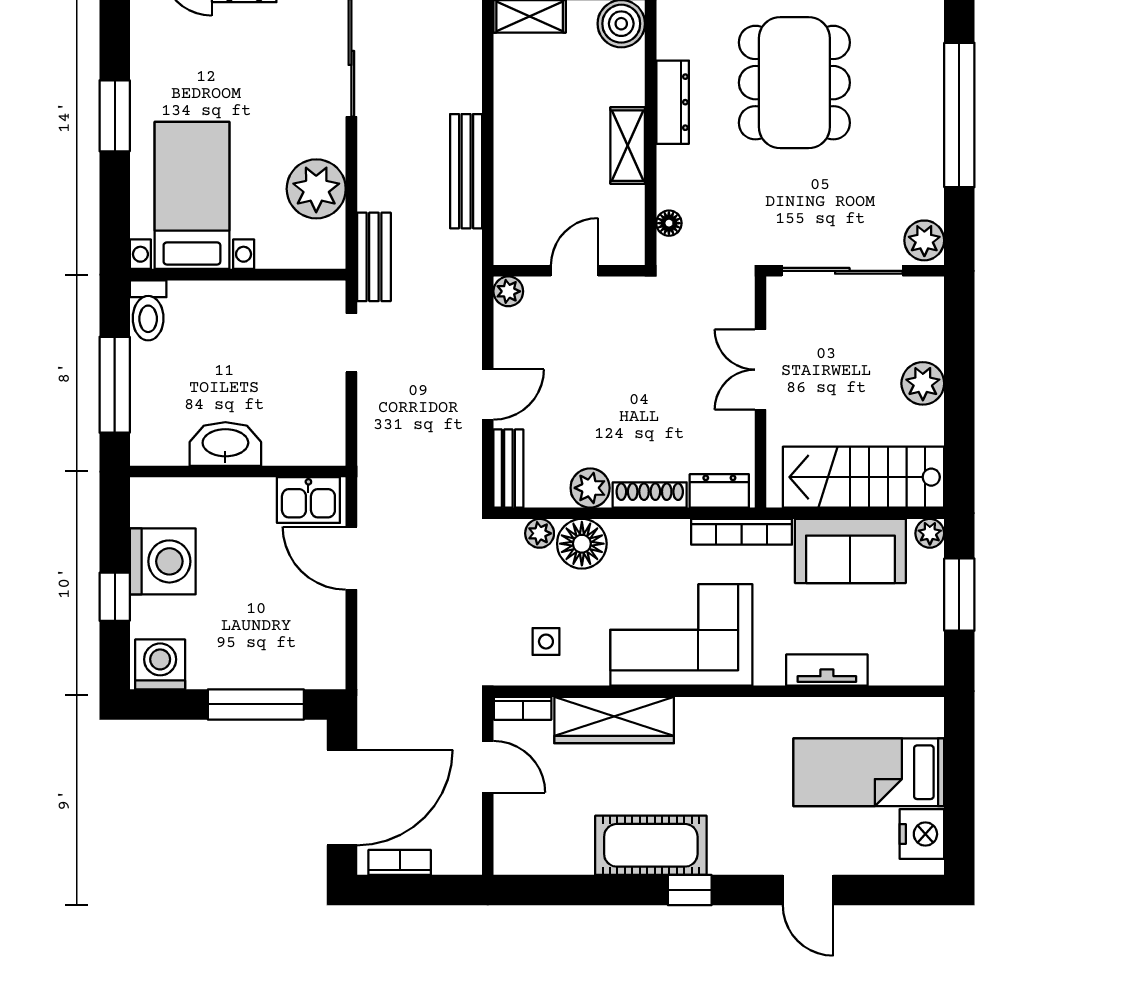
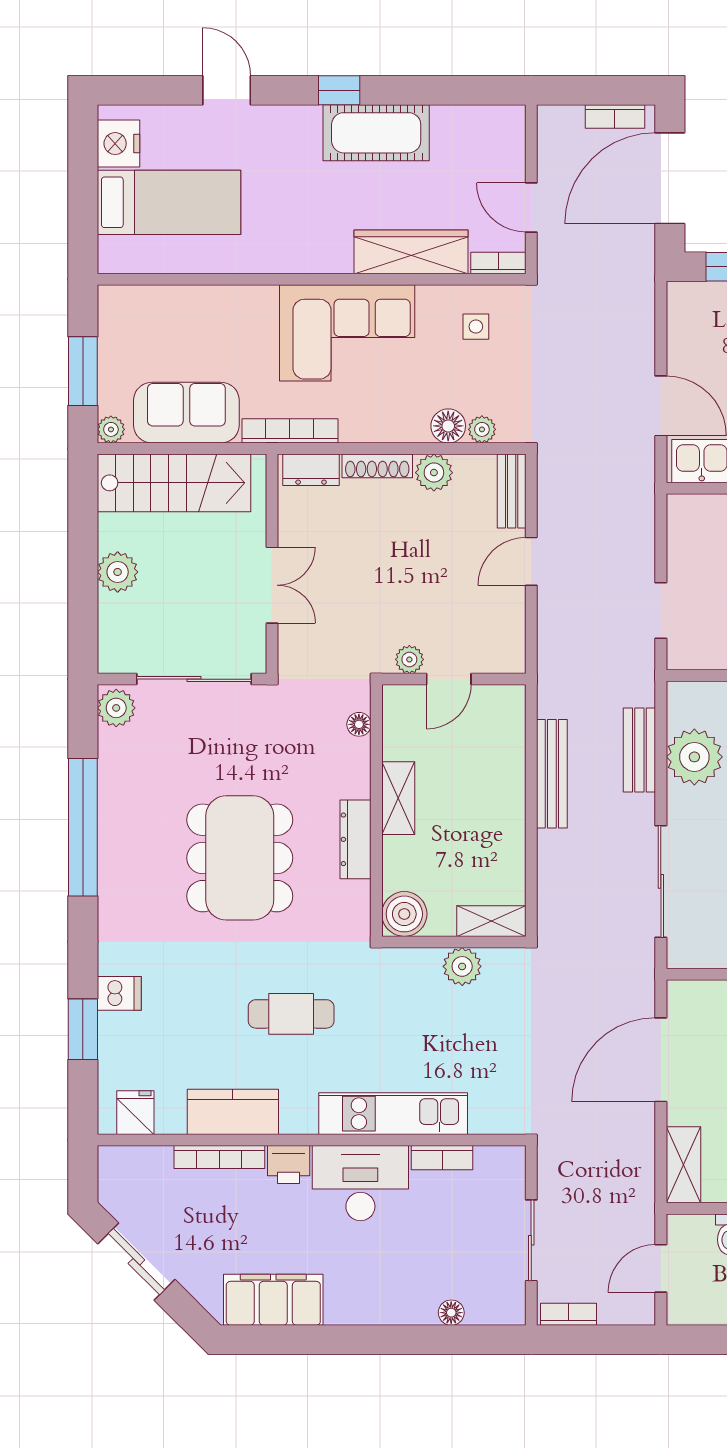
bench: (374, 257) -> (639, 750), moved
plant: (508, 291) -> (409, 659), moved
floor lamp: (582, 544) -> (448, 426), width x0.73, depth x0.73
tv unit: (827, 670) -> (209, 299), removed

